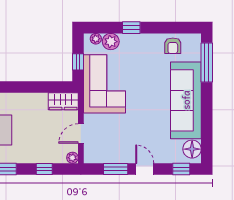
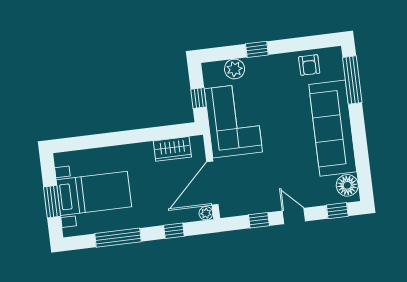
plant: (96, 39) -> (216, 68), removed
wardrobe: (63, 101) -> (172, 149), moved
door: (81, 134) -> (212, 183), width x1.88
window: (116, 169) -> (259, 220), width x0.67

